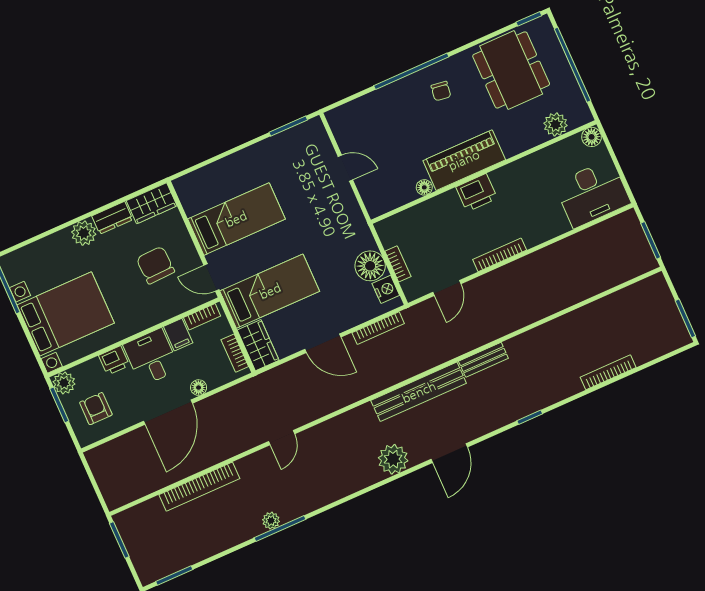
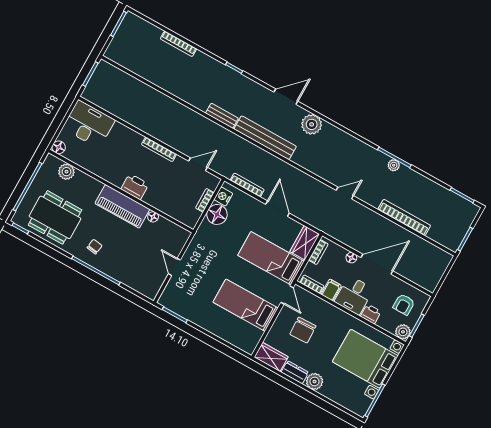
dining table: (511, 70) -> (55, 217), turned 90

